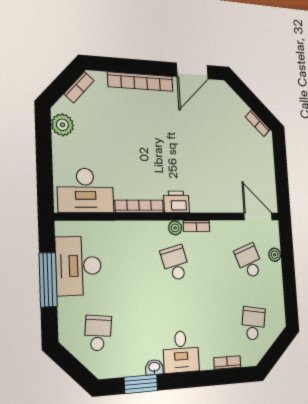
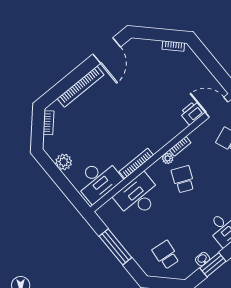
plant: (62, 125) -> (64, 162), moved
printer: (176, 202) -> (192, 113), moved
school desk: (175, 263) -> (183, 179), turned 39
desk: (78, 266) -> (138, 196), moved, turned 90
washbasin: (154, 367) -> (203, 259), moved

